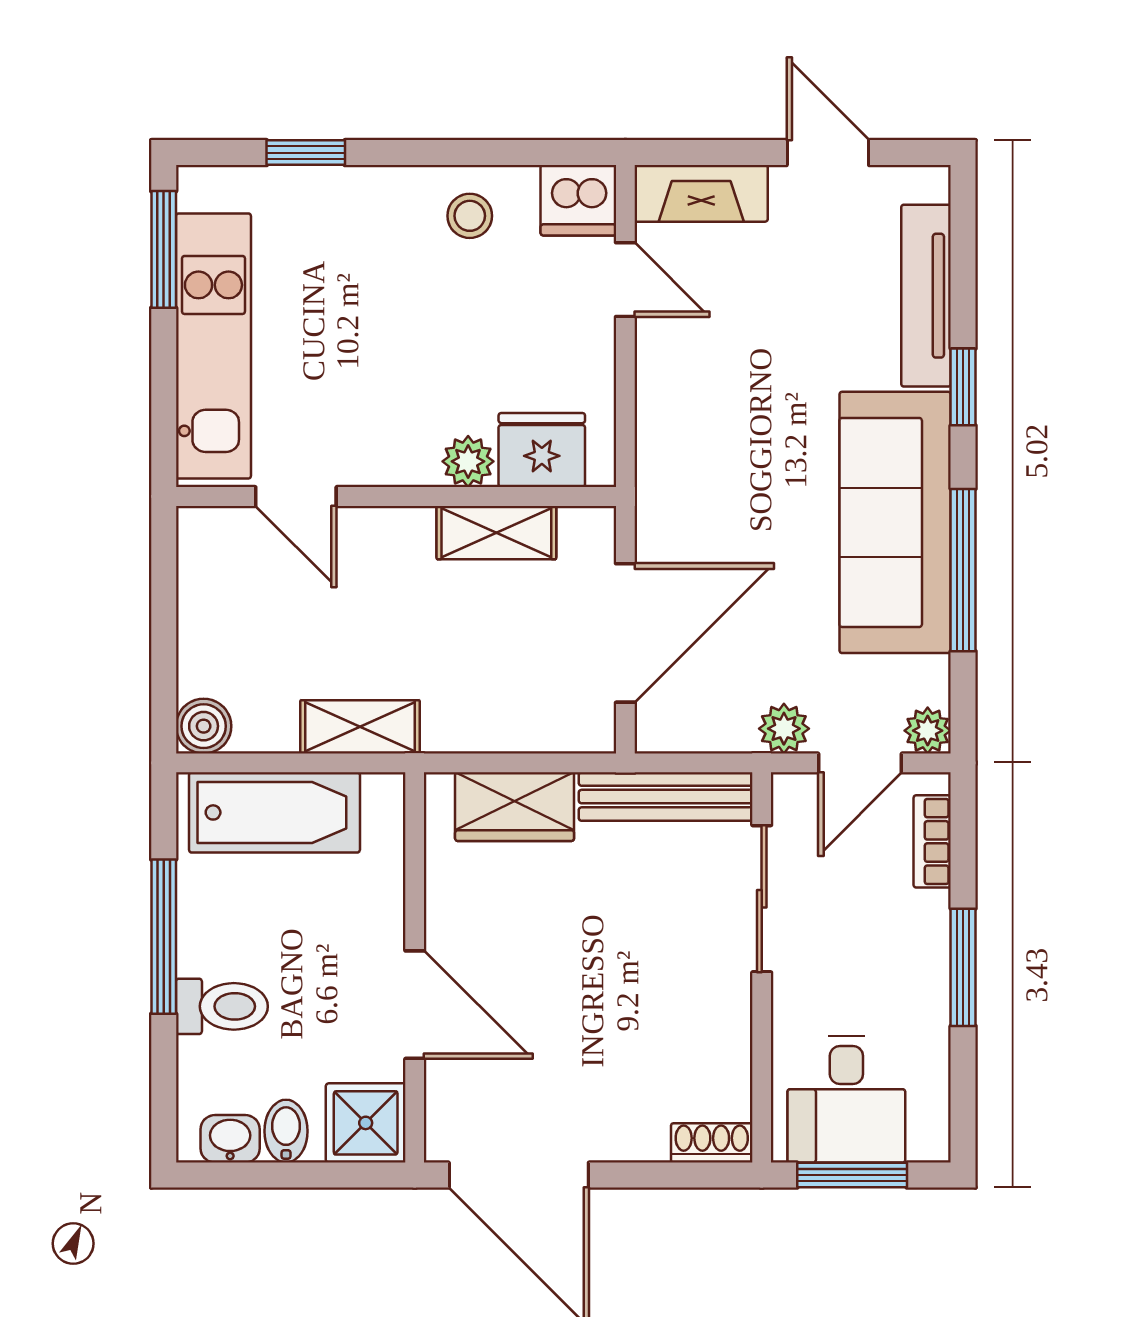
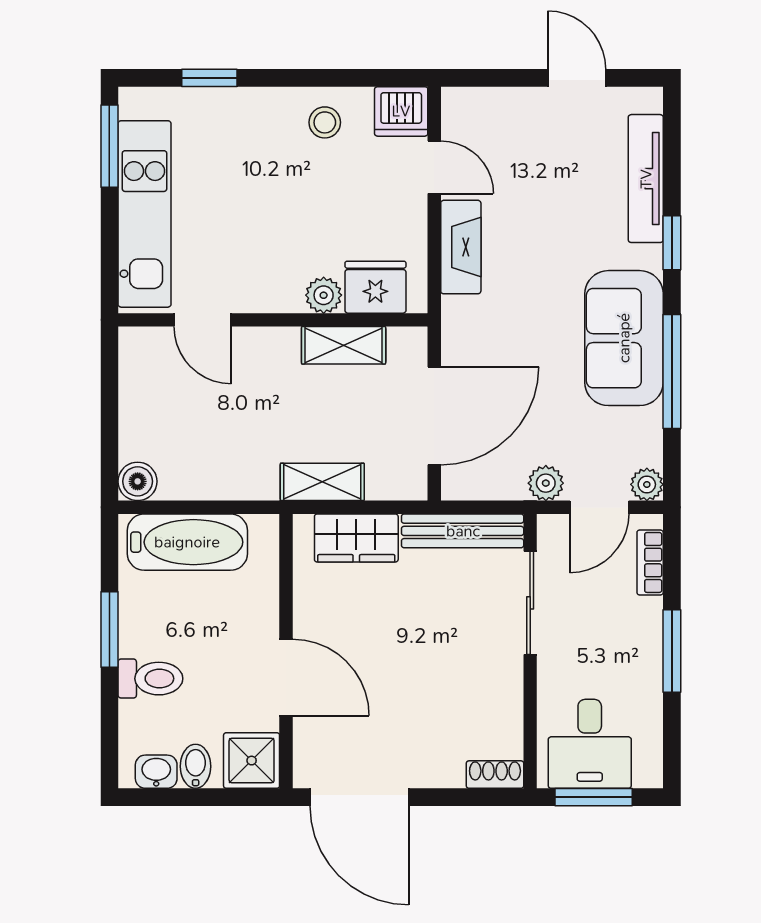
fireplace: (701, 193) -> (461, 247), moved, turned -90
sofa: (895, 522) -> (624, 338), width x0.73
shelving: (360, 727) -> (322, 482), moved
window: (164, 937) -> (109, 629), width x0.69

